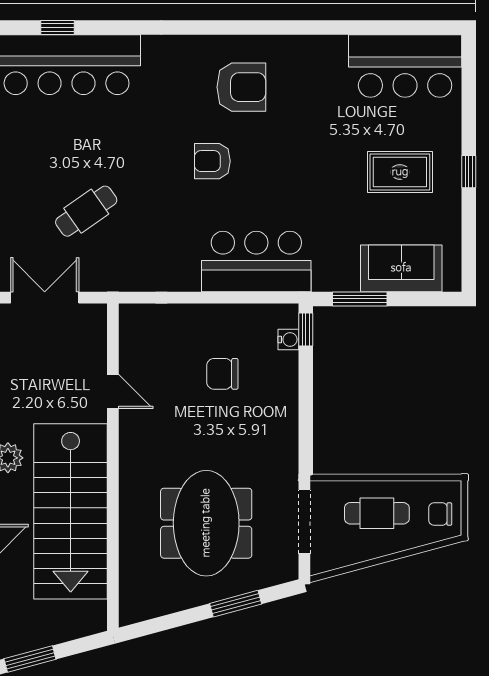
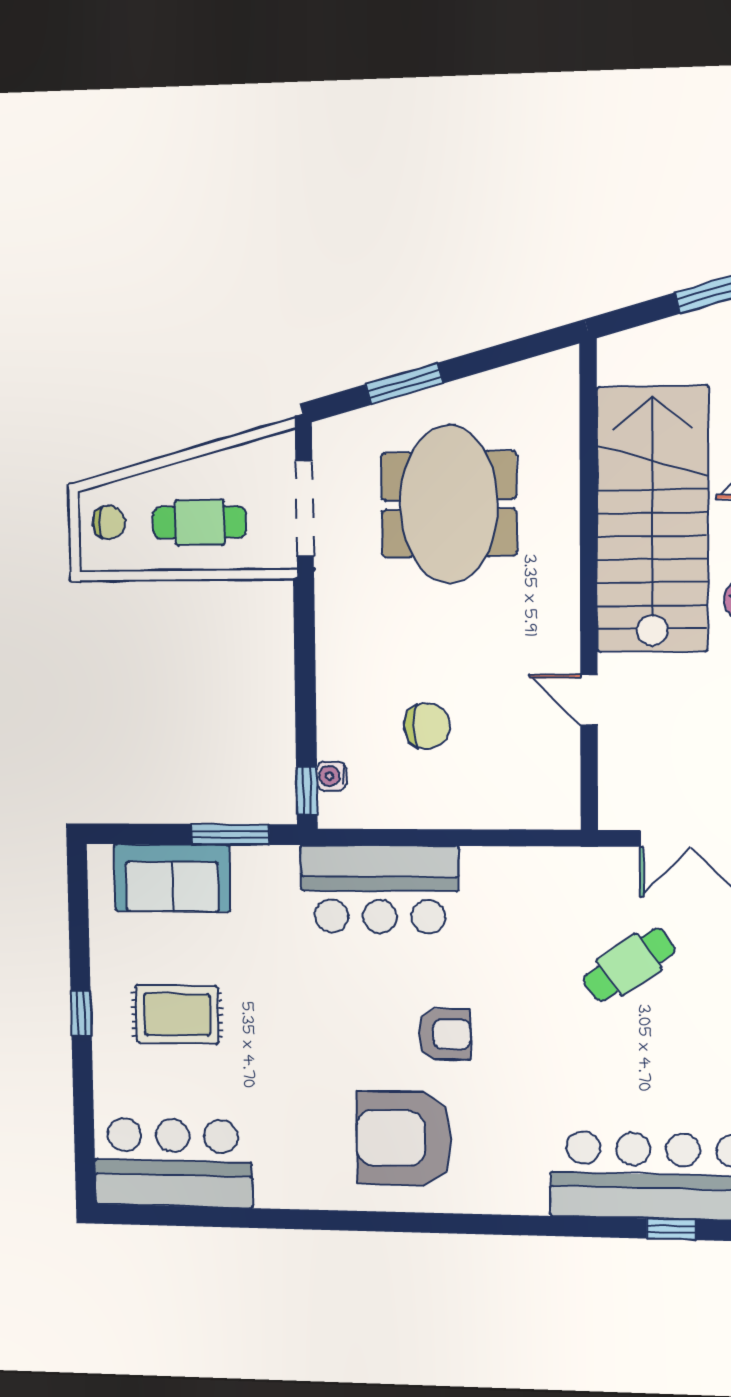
armchair: (241, 87) -> (404, 1138), width x1.36, depth x1.36

